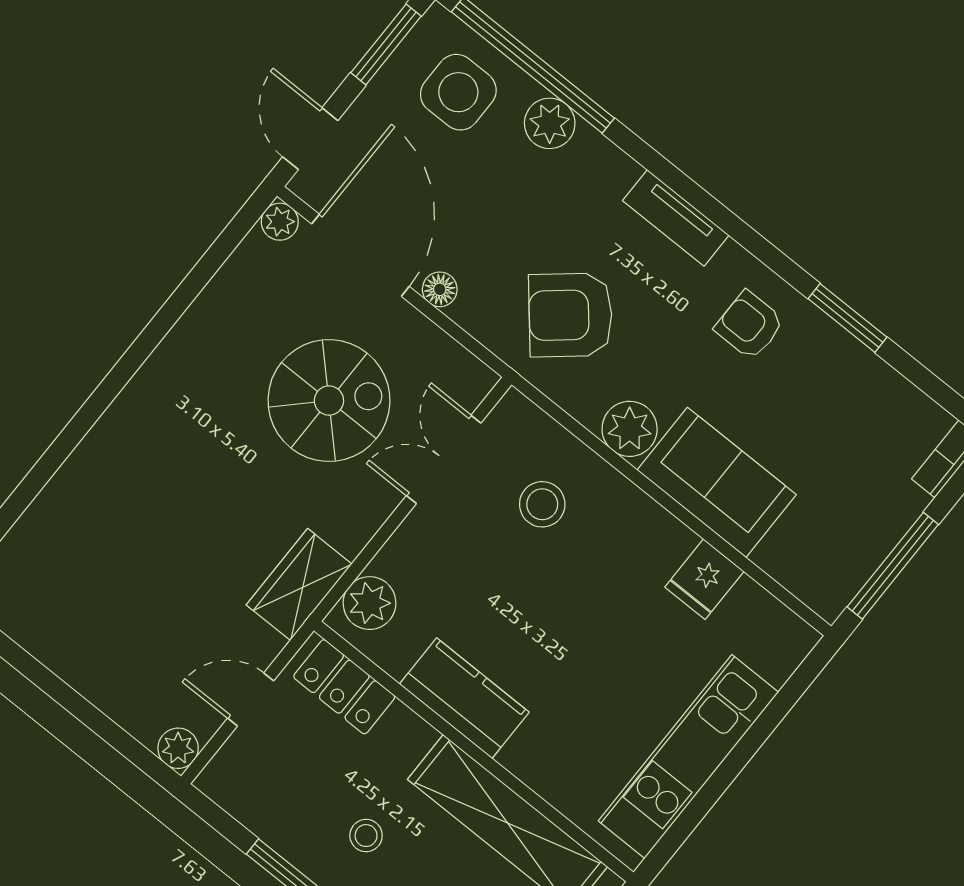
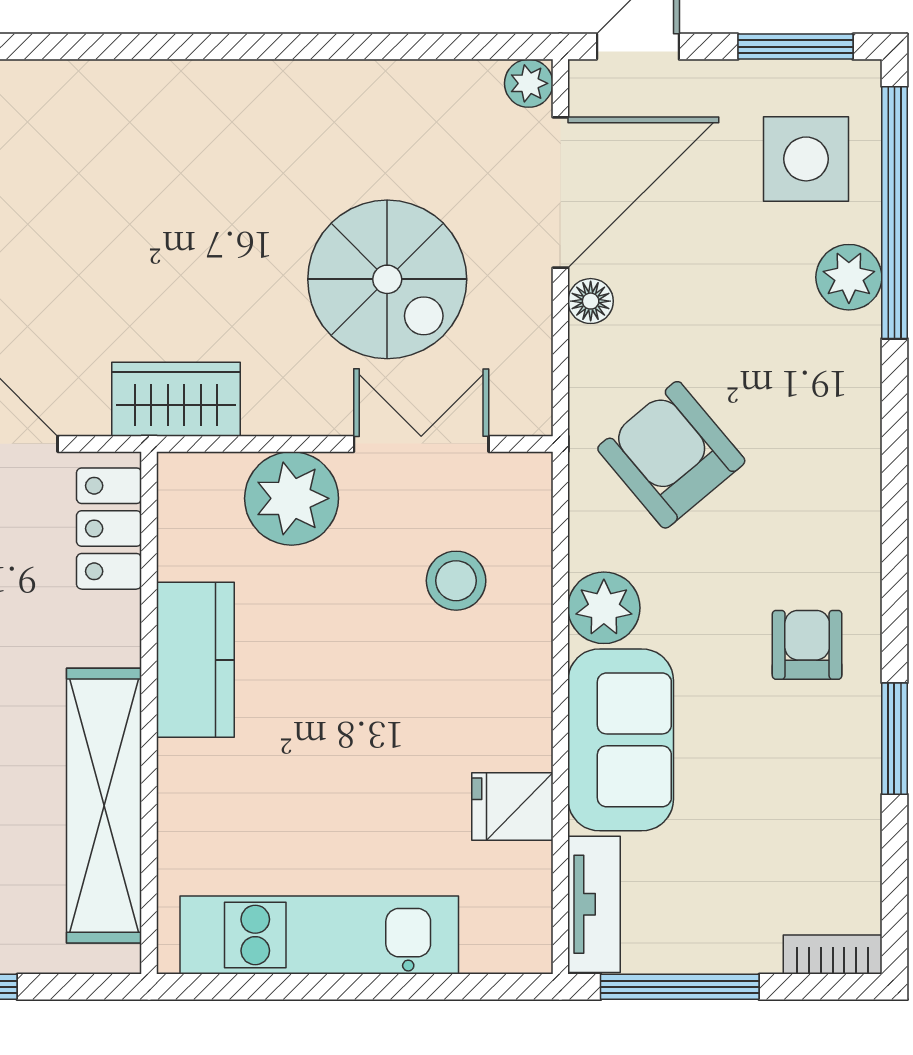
tv unit: (676, 218) -> (594, 904), moved, turned 180
plant: (370, 603) -> (292, 498), moved, width x1.36, depth x1.36

